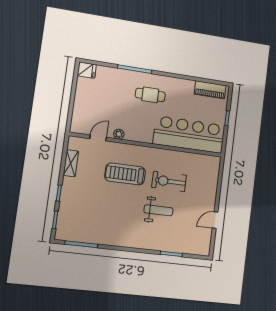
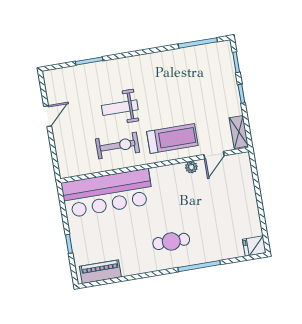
plant: (119, 134) -> (191, 167), moved
bar counter: (189, 135) -> (107, 193), moved
door: (98, 138) -> (214, 155), moved
wall: (147, 145) -> (155, 165), moved

